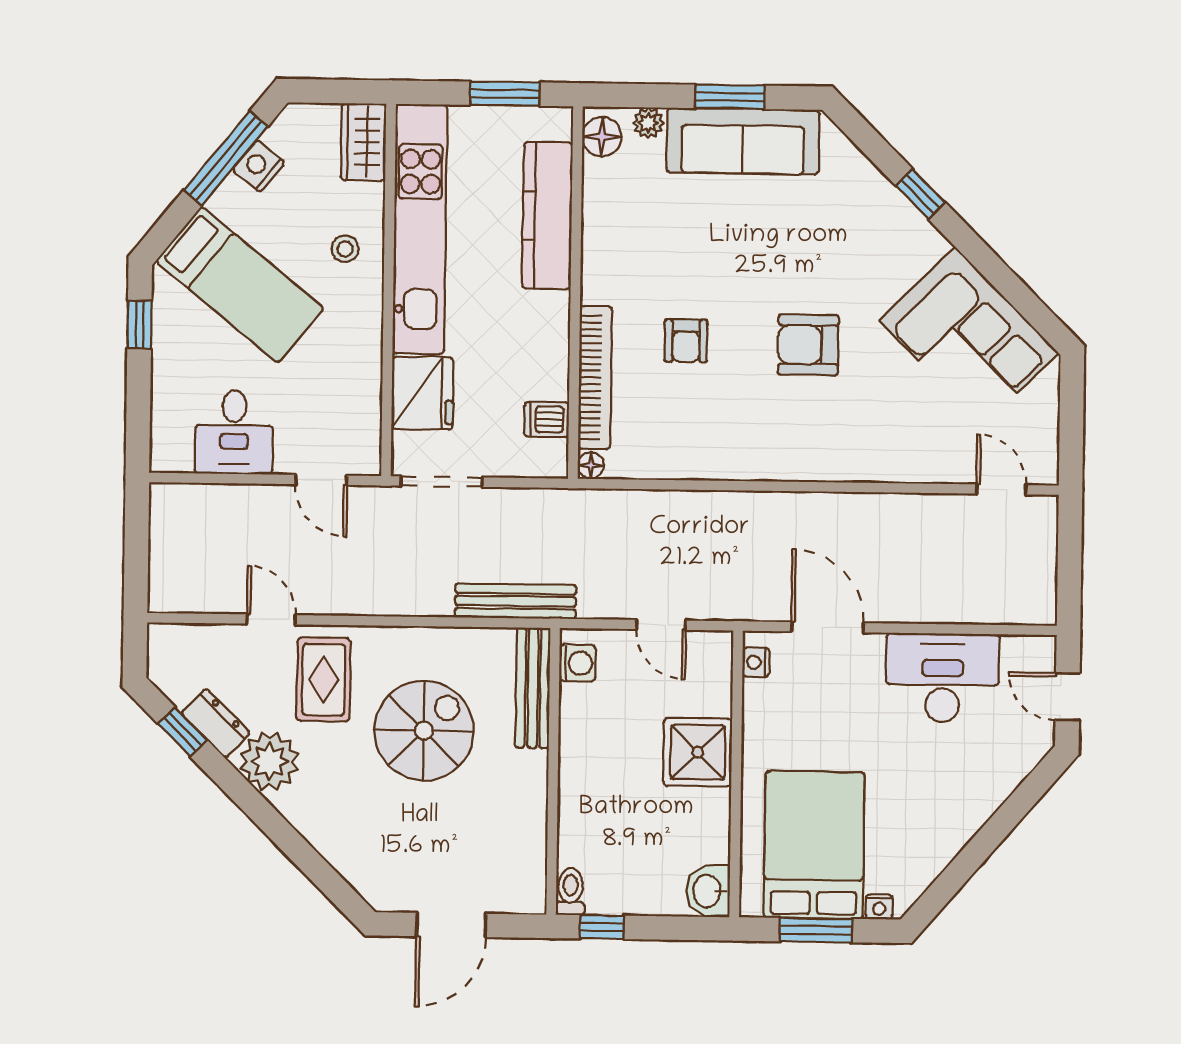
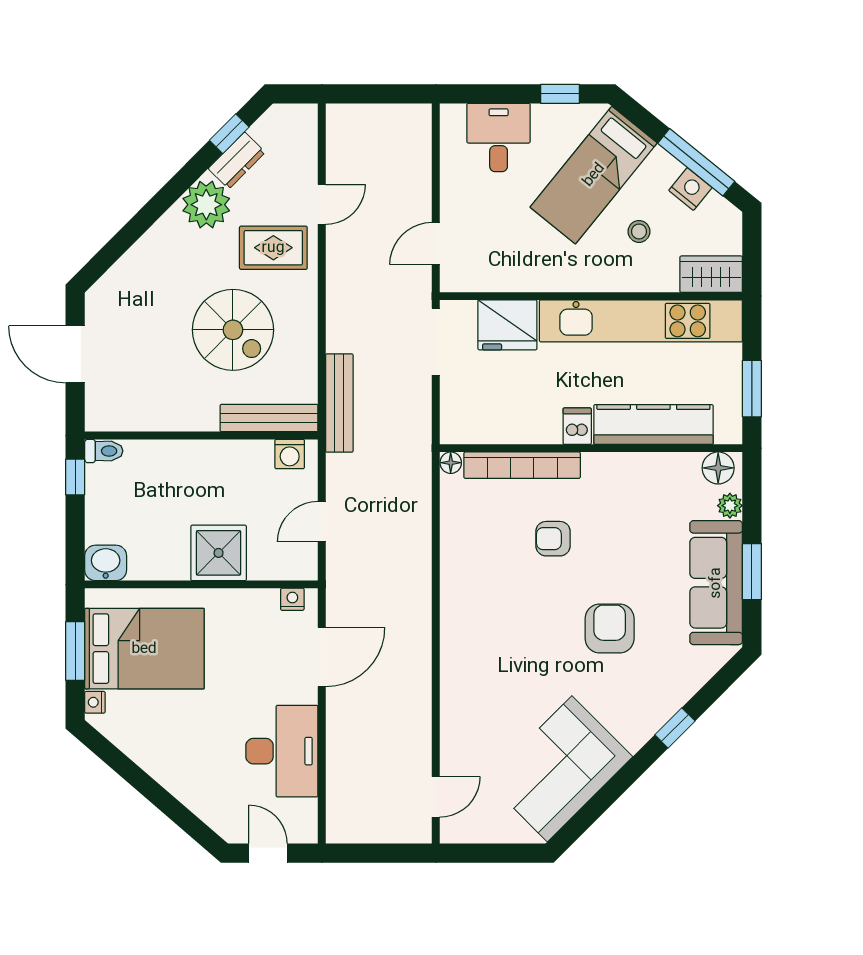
stool: (345, 249) -> (639, 231), moved
armchair: (808, 345) -> (610, 629), moved
dishwasher: (547, 419) -> (577, 426), moved
desk: (234, 432) -> (499, 138), moved, turned 90
door: (1068, 697) -> (268, 853), hinge flipped

